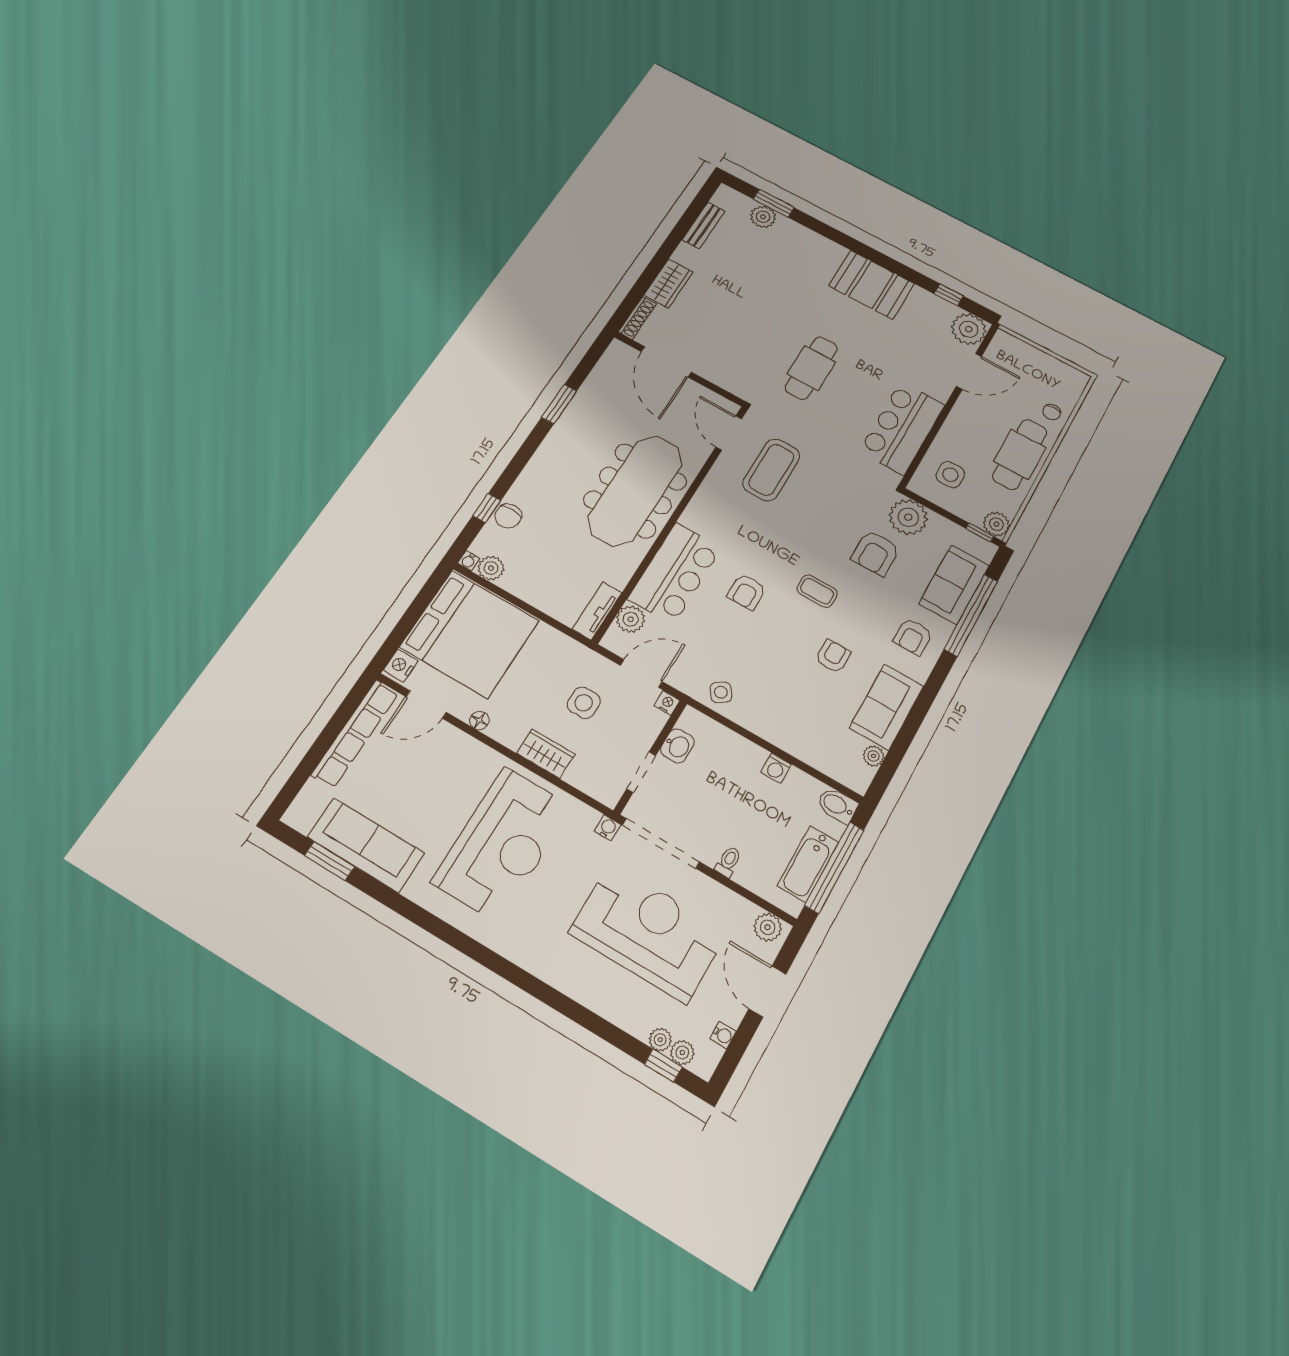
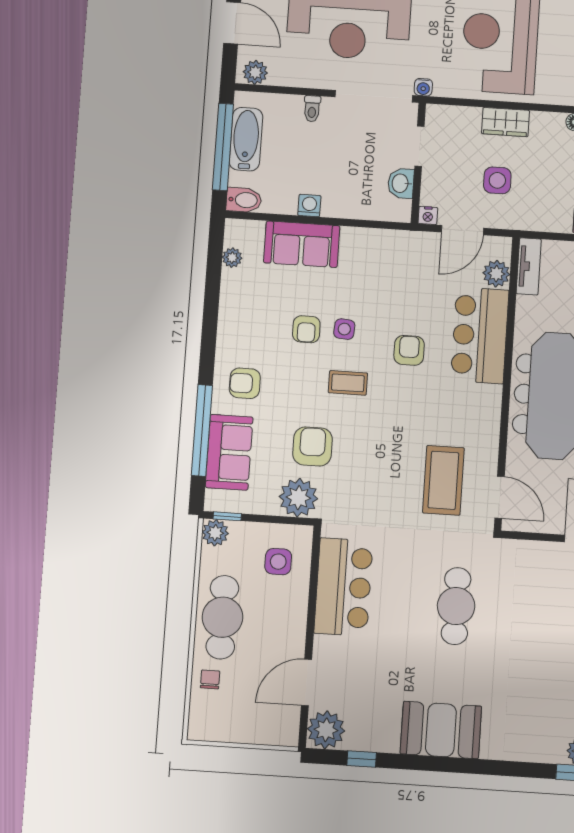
armchair: (913, 637) -> (245, 383), turned -90
side table: (721, 692) -> (344, 329), moved, turned 38
sofa: (887, 707) -> (302, 244), moved, turned 90

